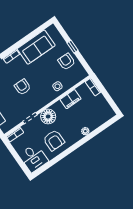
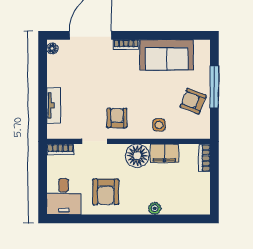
window: (73, 47) -> (214, 87), width x2.17
armchair: (67, 62) -> (193, 101), turned -69
armchair: (22, 87) -> (117, 118), moved
floor lamp: (48, 116) -> (137, 156), moved

